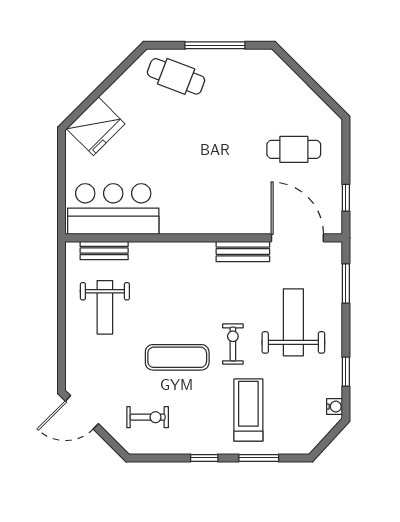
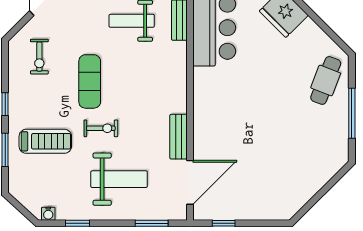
cafe table: (294, 149) -> (264, 179), removed

